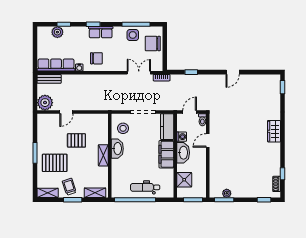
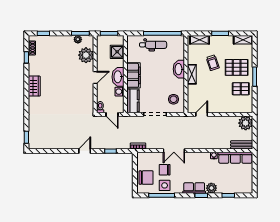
plant: (57, 32) -> (211, 188), moved
chair: (96, 58) -> (165, 170), moved
door: (233, 72) -> (85, 151), moved
double door: (139, 73) -> (174, 151), moved
door: (66, 112) -> (202, 114), moved
door: (190, 112) -> (112, 114), hinge flipped
wardrobe: (274, 131) -> (34, 86), moved
pallet: (76, 140) -> (241, 89), moved
door: (208, 140) -> (95, 77), moved
washbasin: (117, 149) -> (179, 69), moved
plant: (218, 176) -> (86, 55), added
trolley: (69, 187) -> (213, 63), moved

